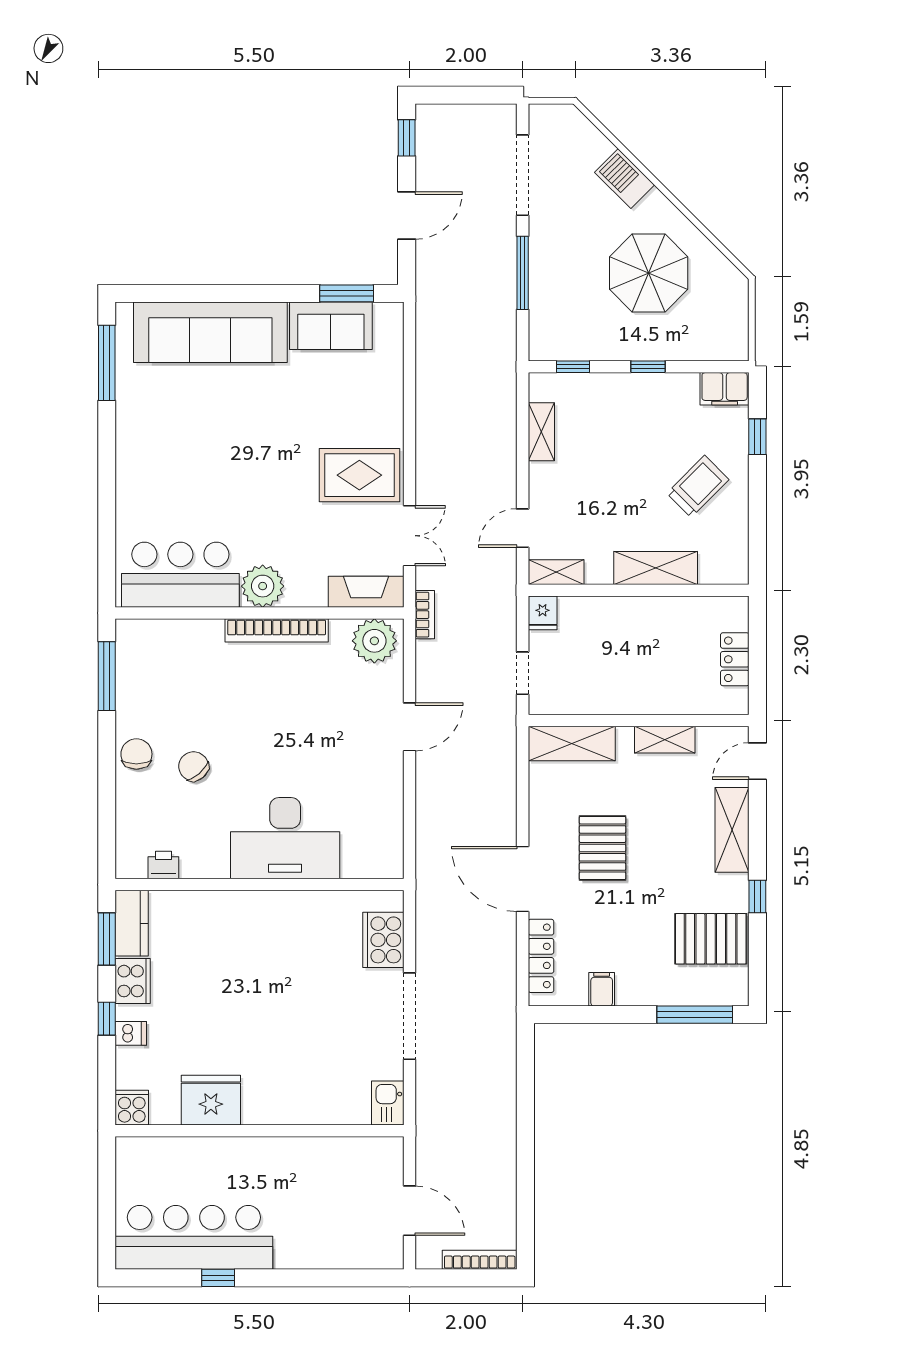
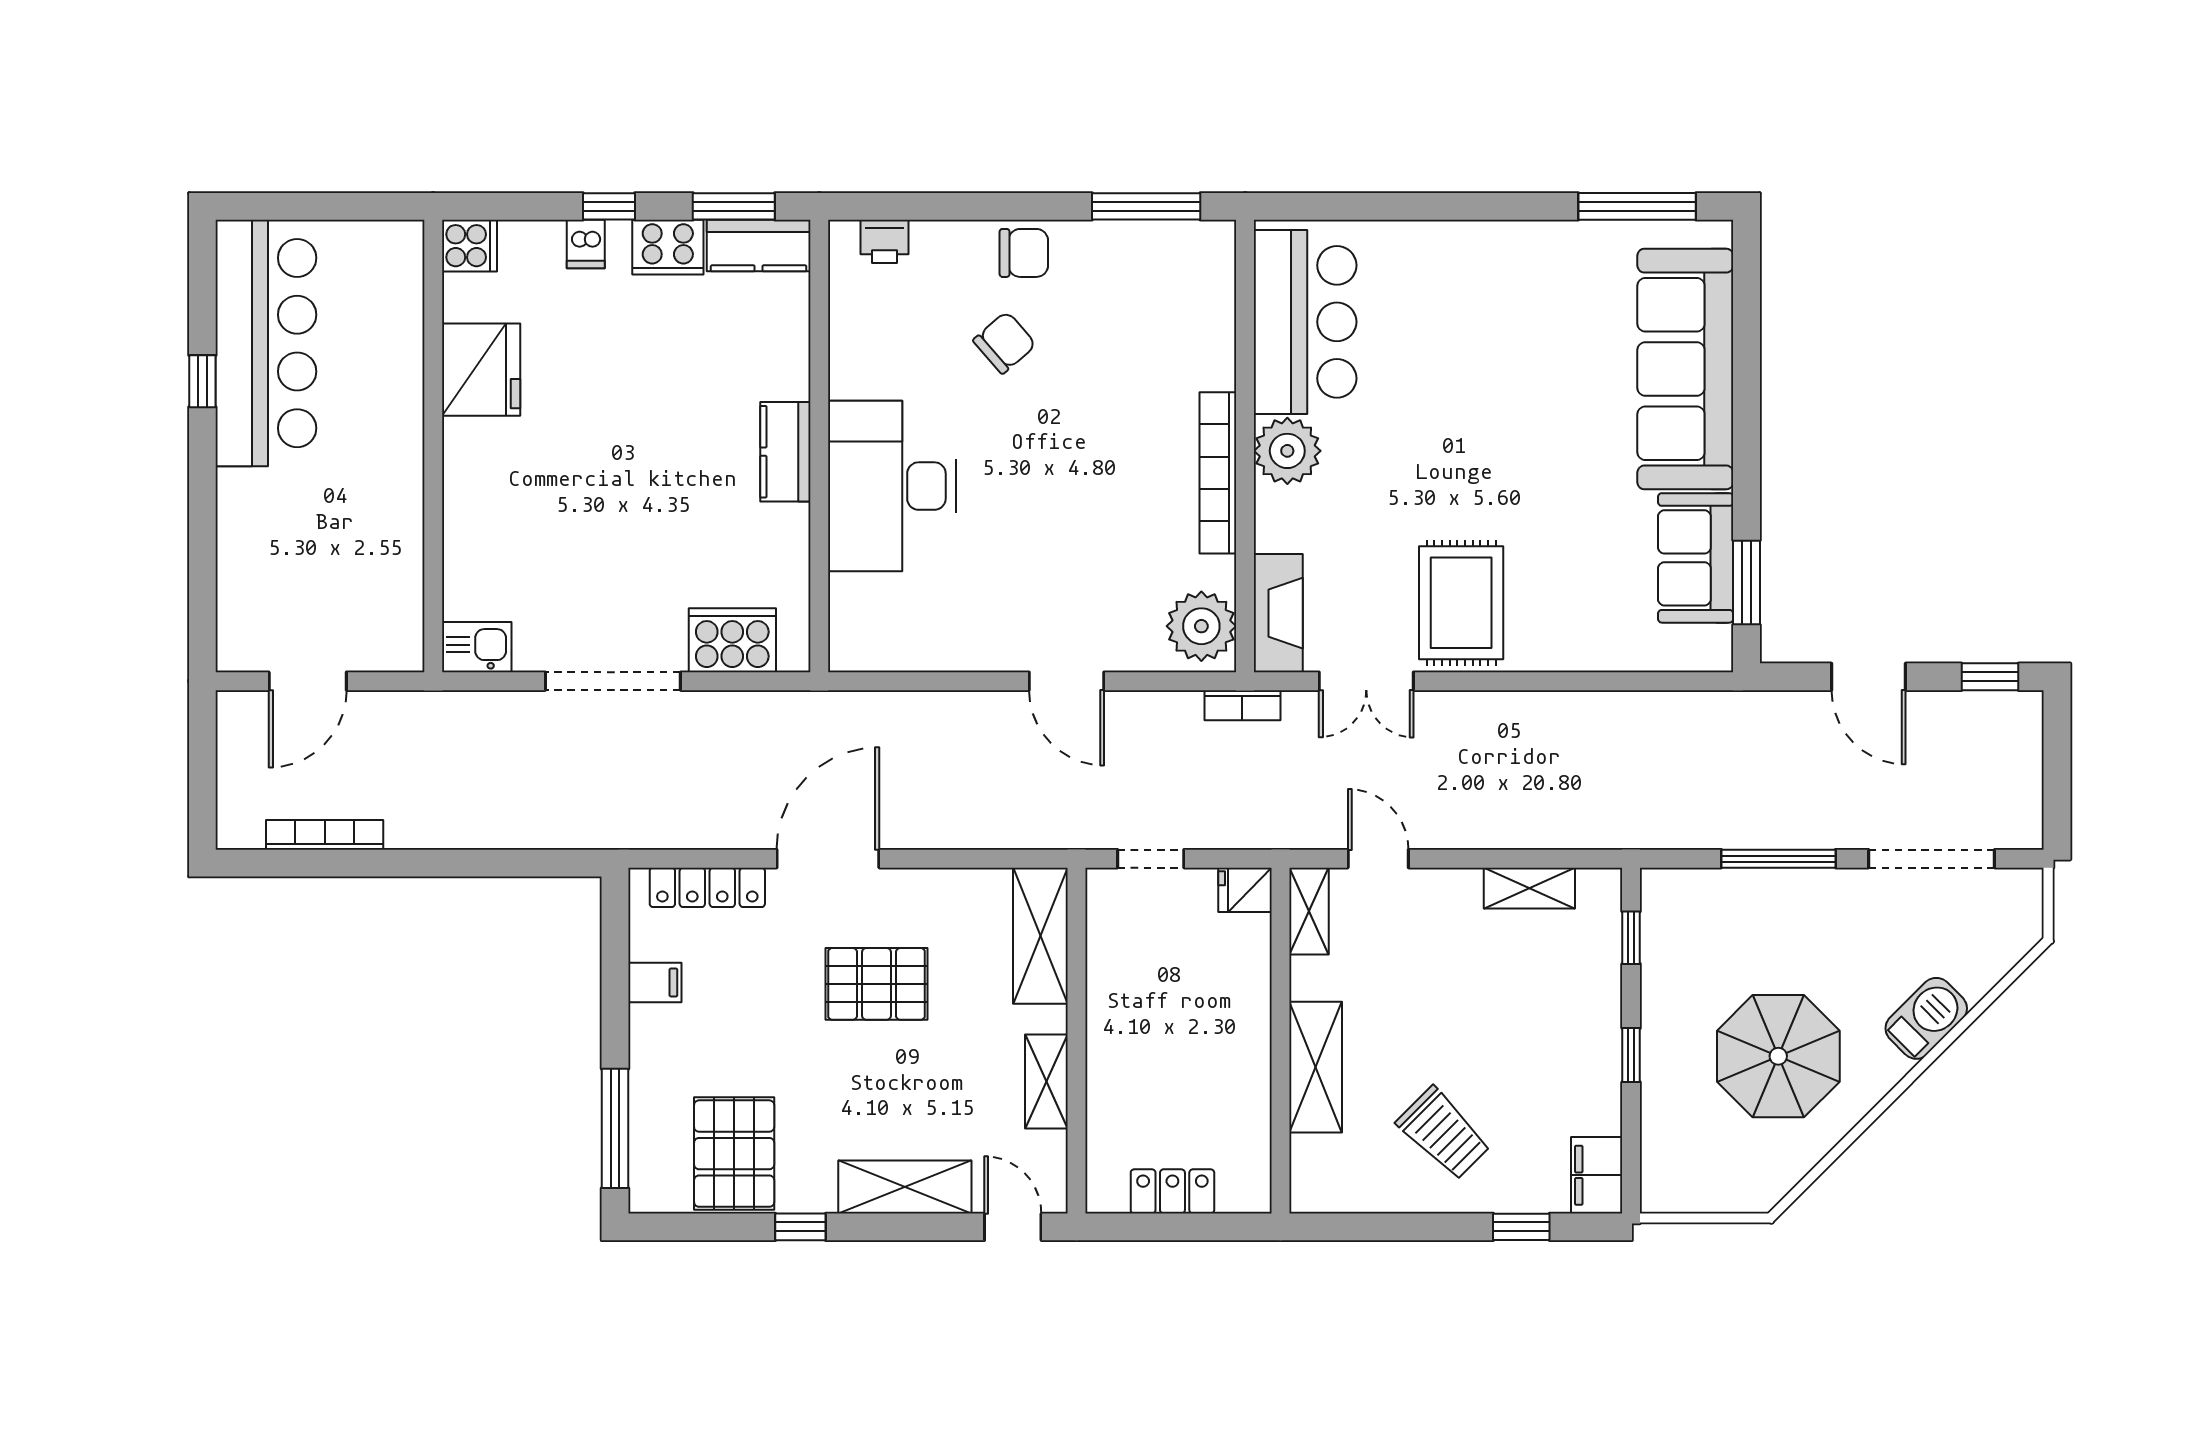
printer: (163, 865) -> (885, 241), moved, turned 90
kitchen counter: (263, 906) -> (785, 452), added
bookcase: (480, 1260) -> (325, 835), moved, turned -90

